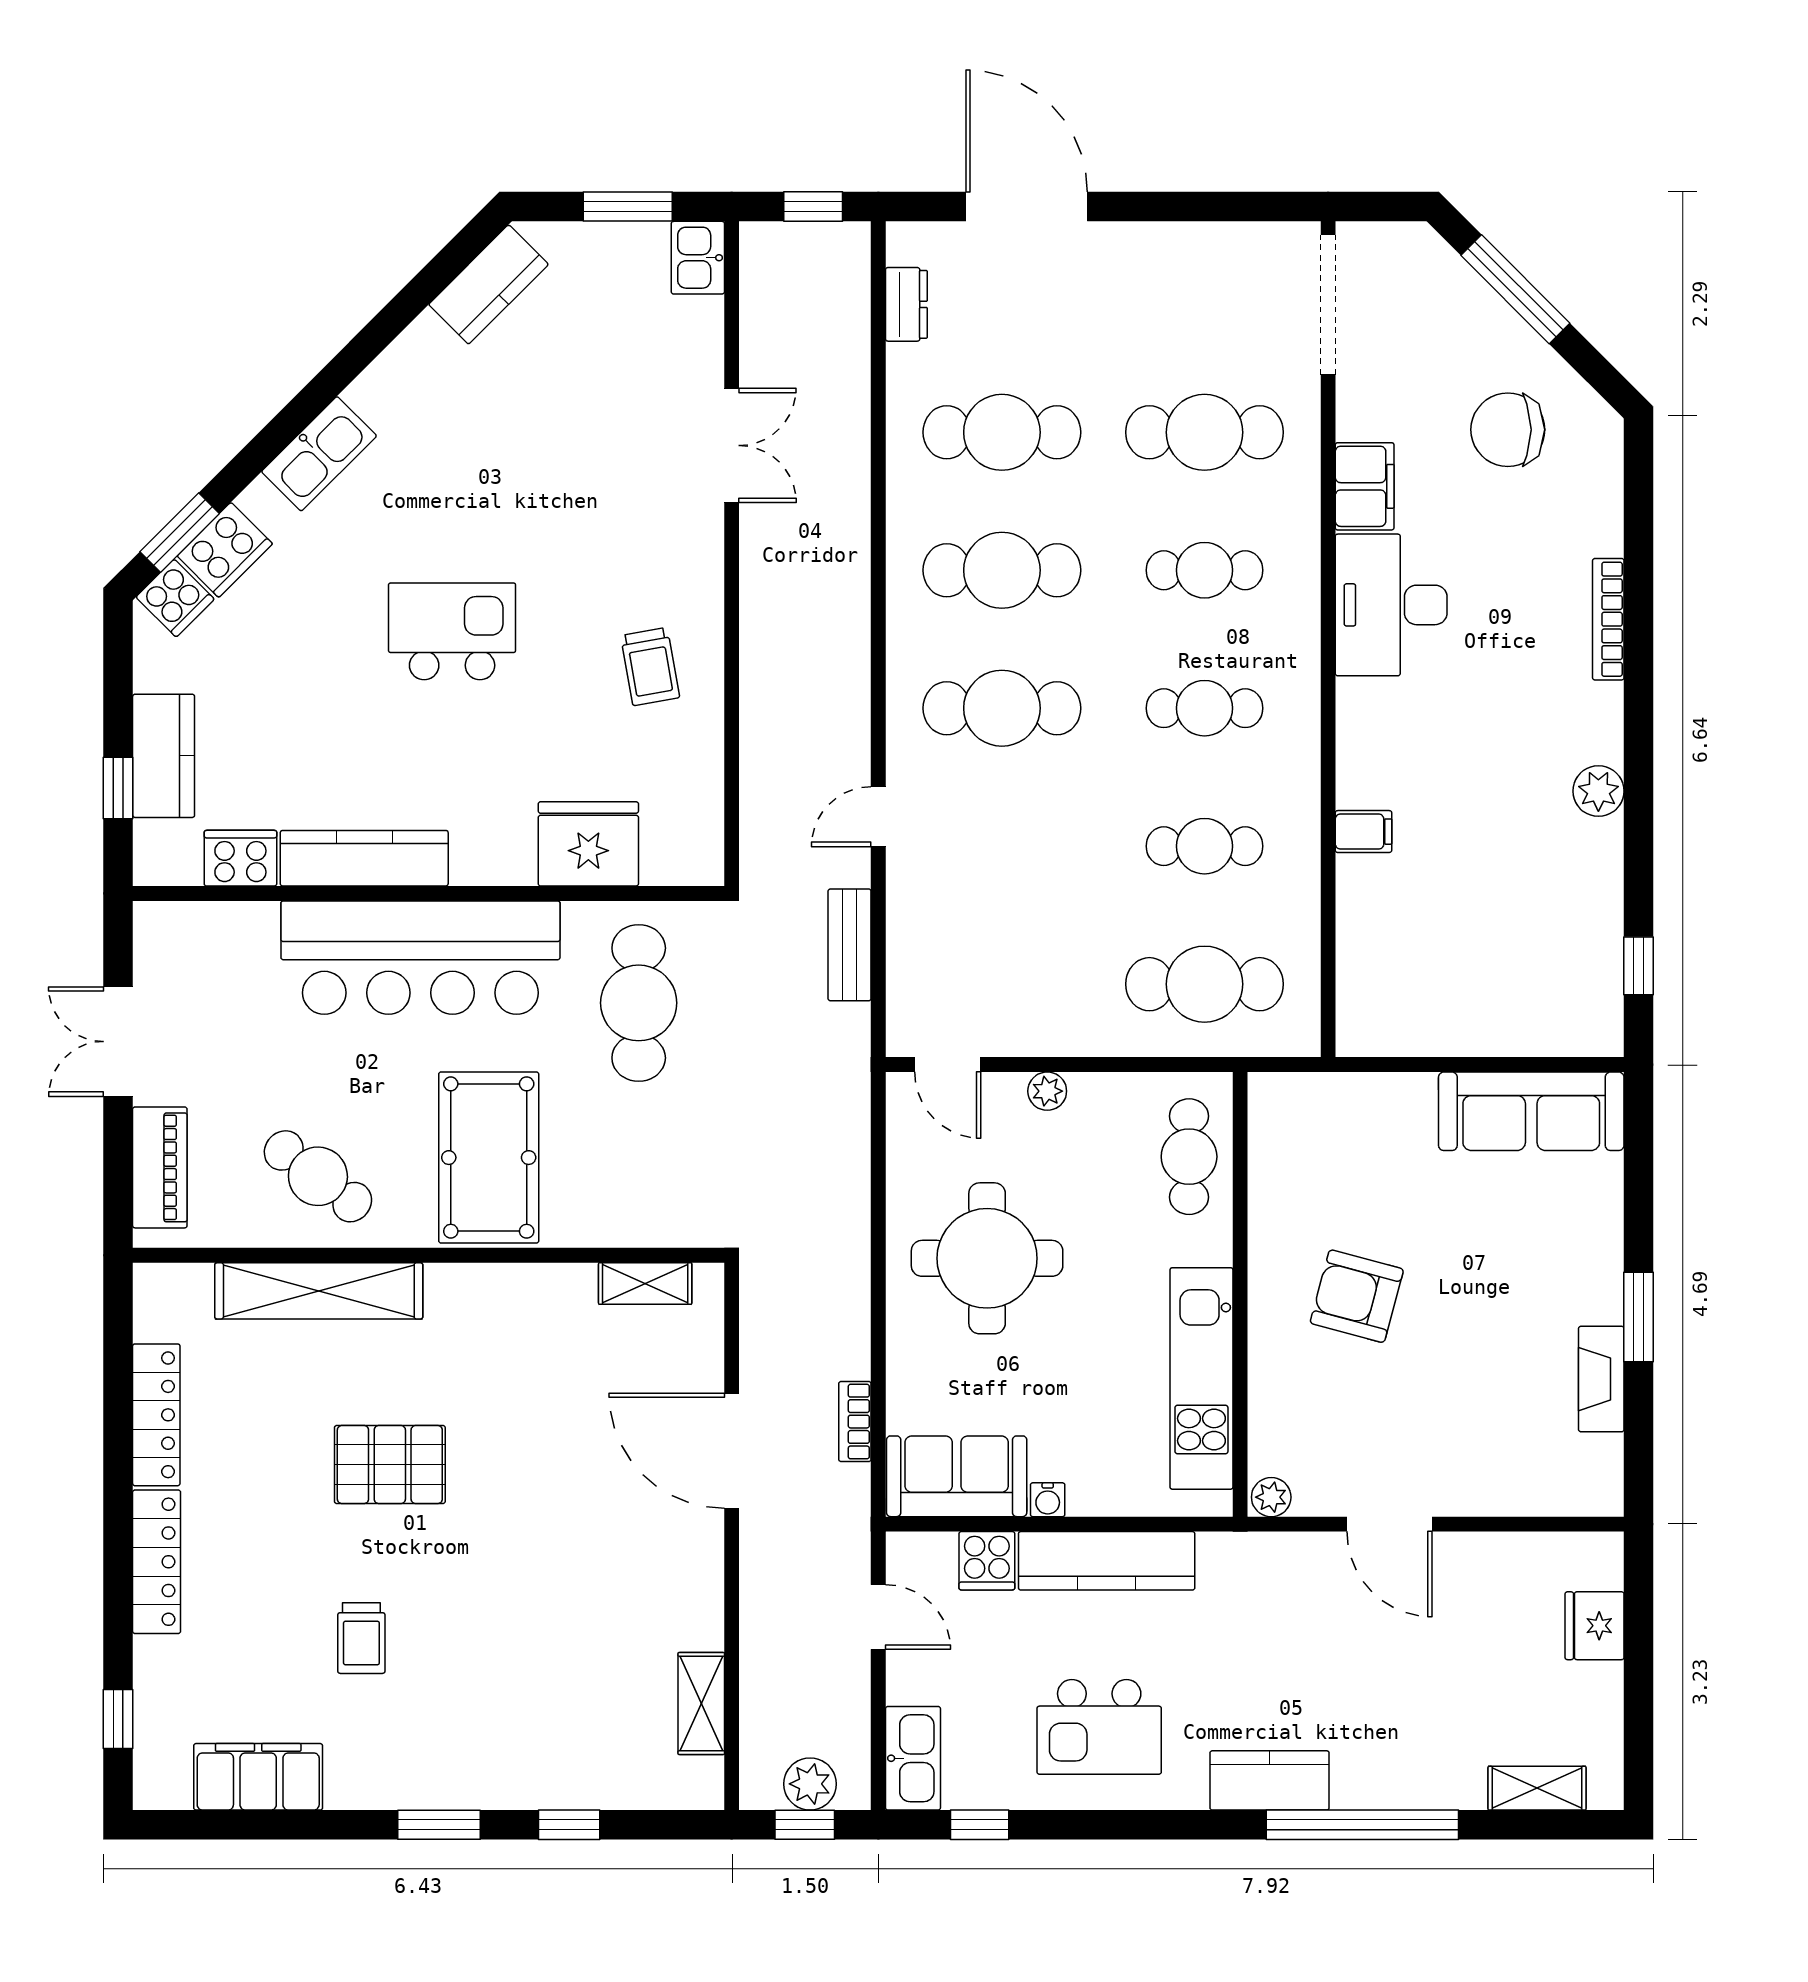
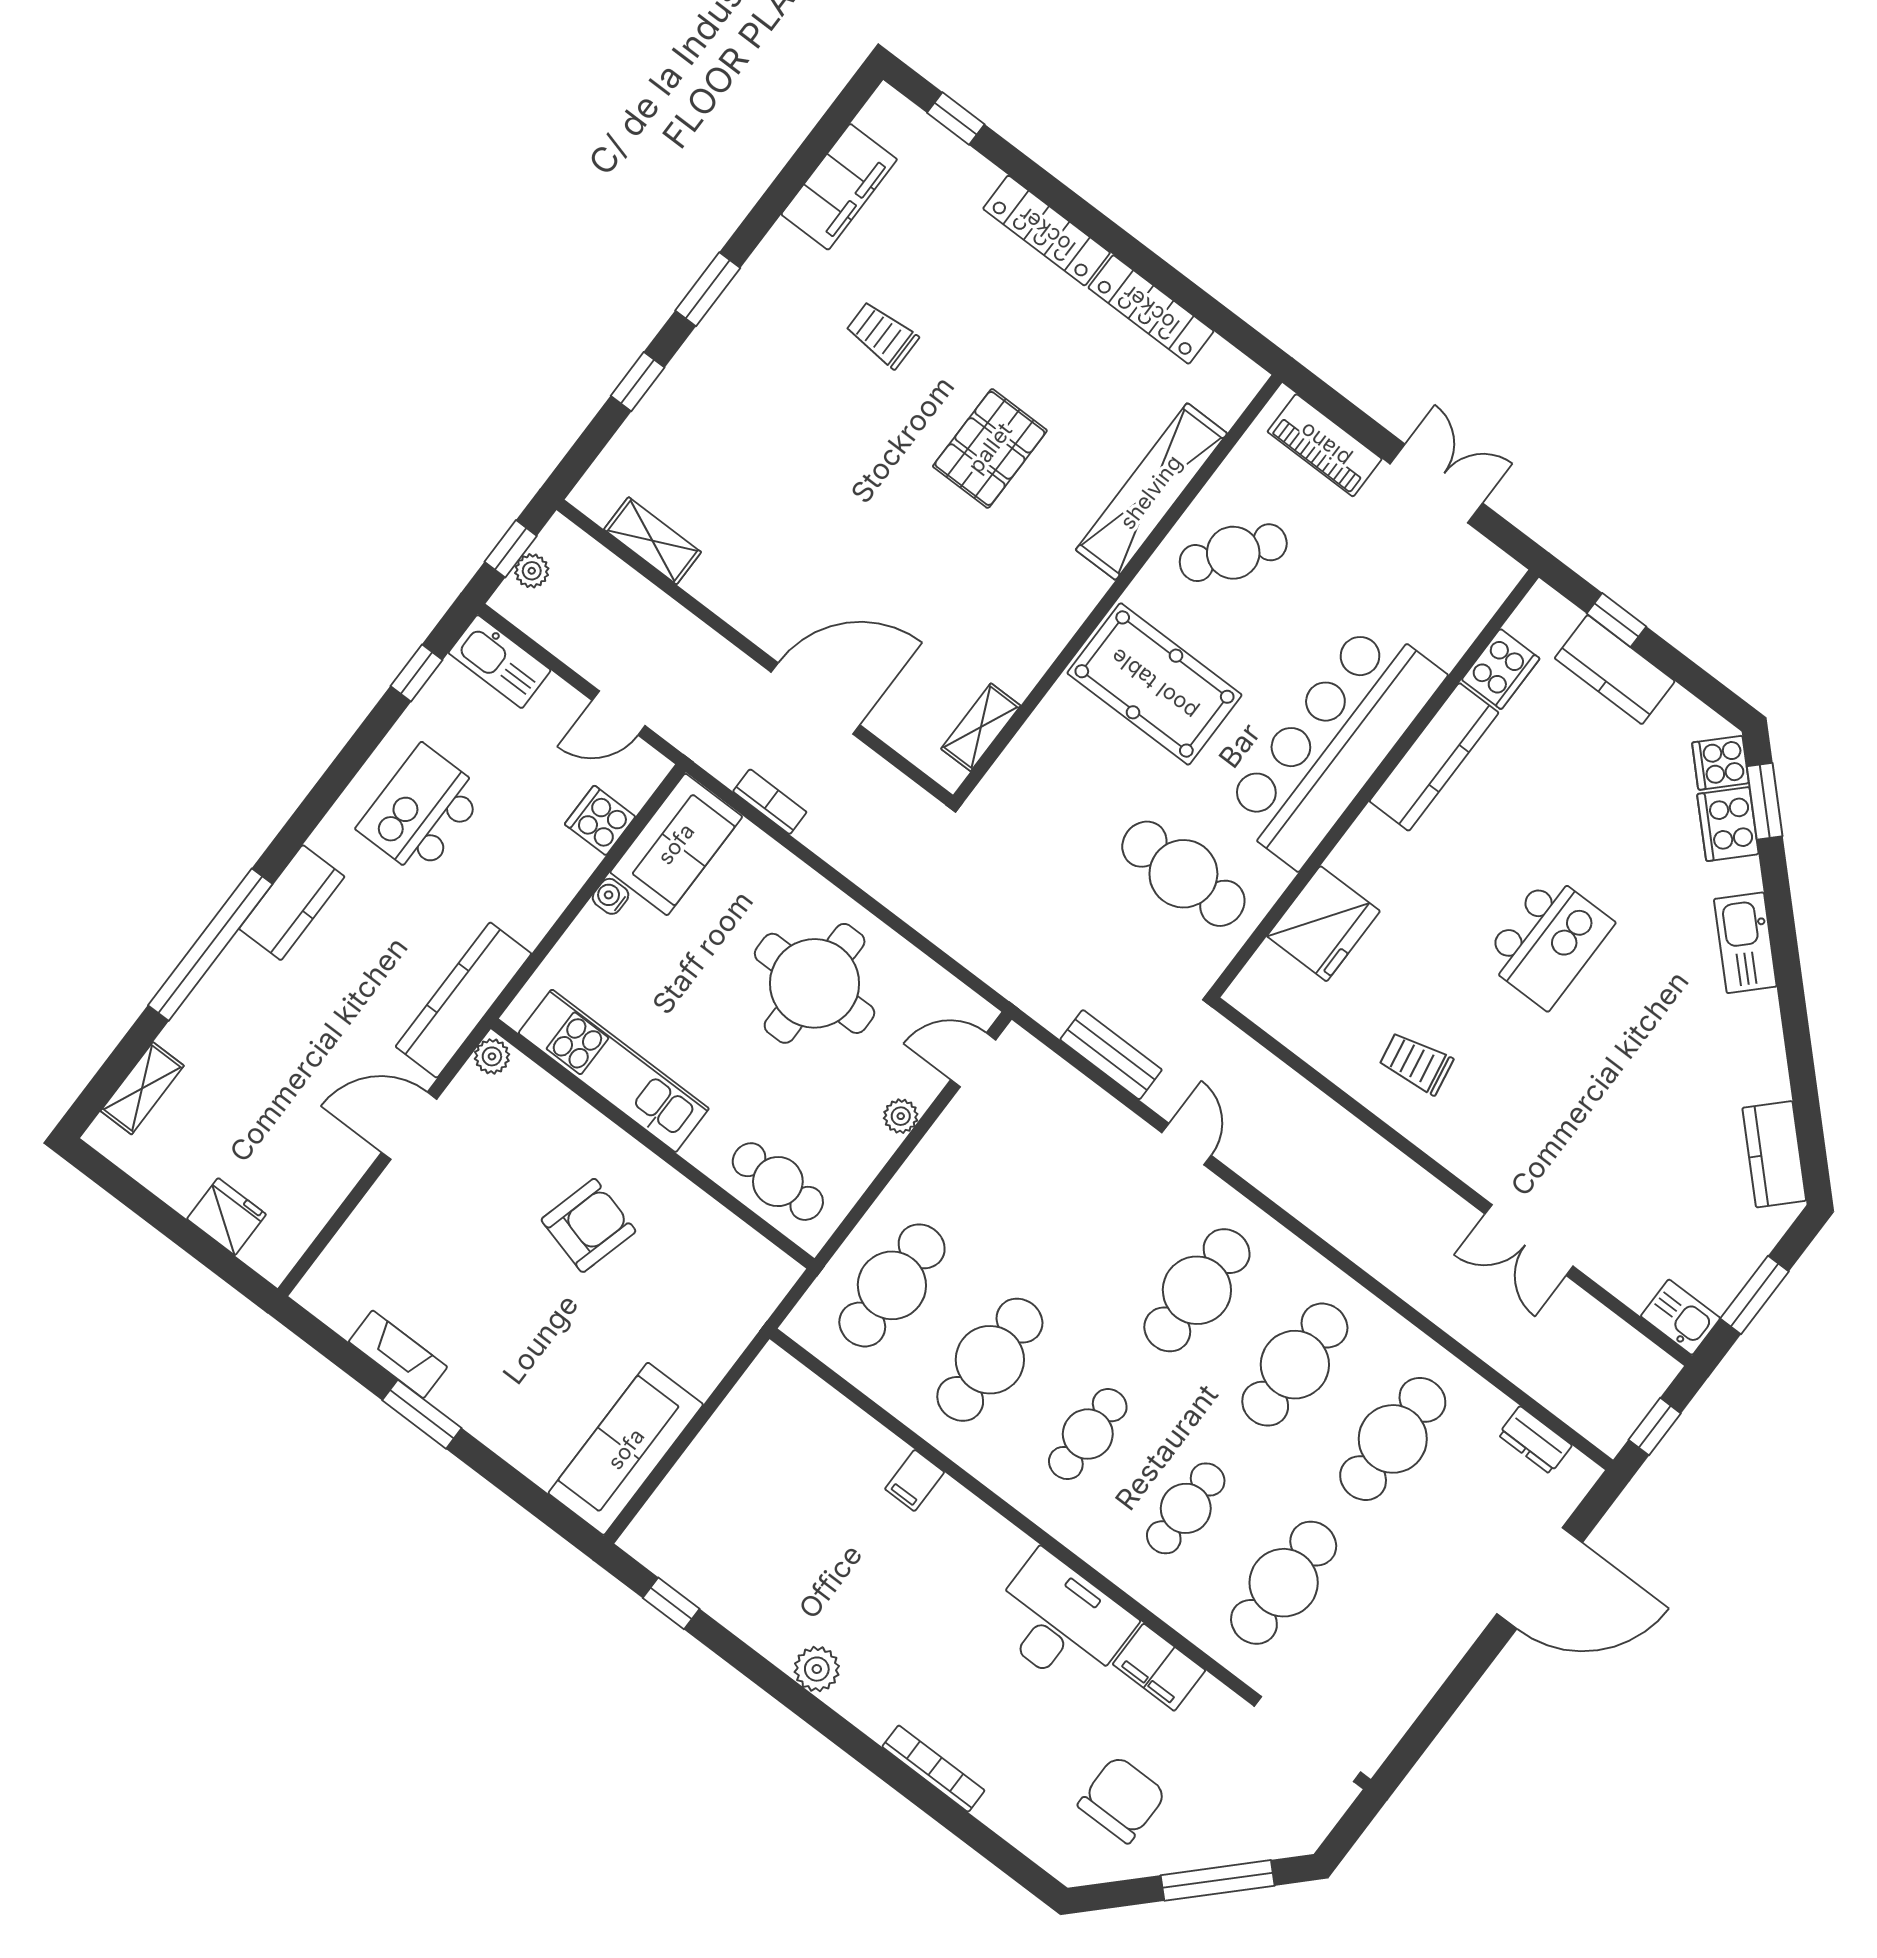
cafe table: (1204, 846) -> (990, 1360), width x1.37, depth x1.35
kitchen counter: (1107, 1561) -> (463, 1000), moved
plant: (810, 1784) -> (532, 571), width x0.73, depth x0.73

